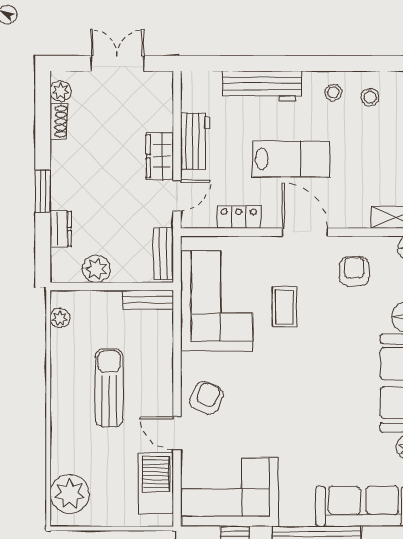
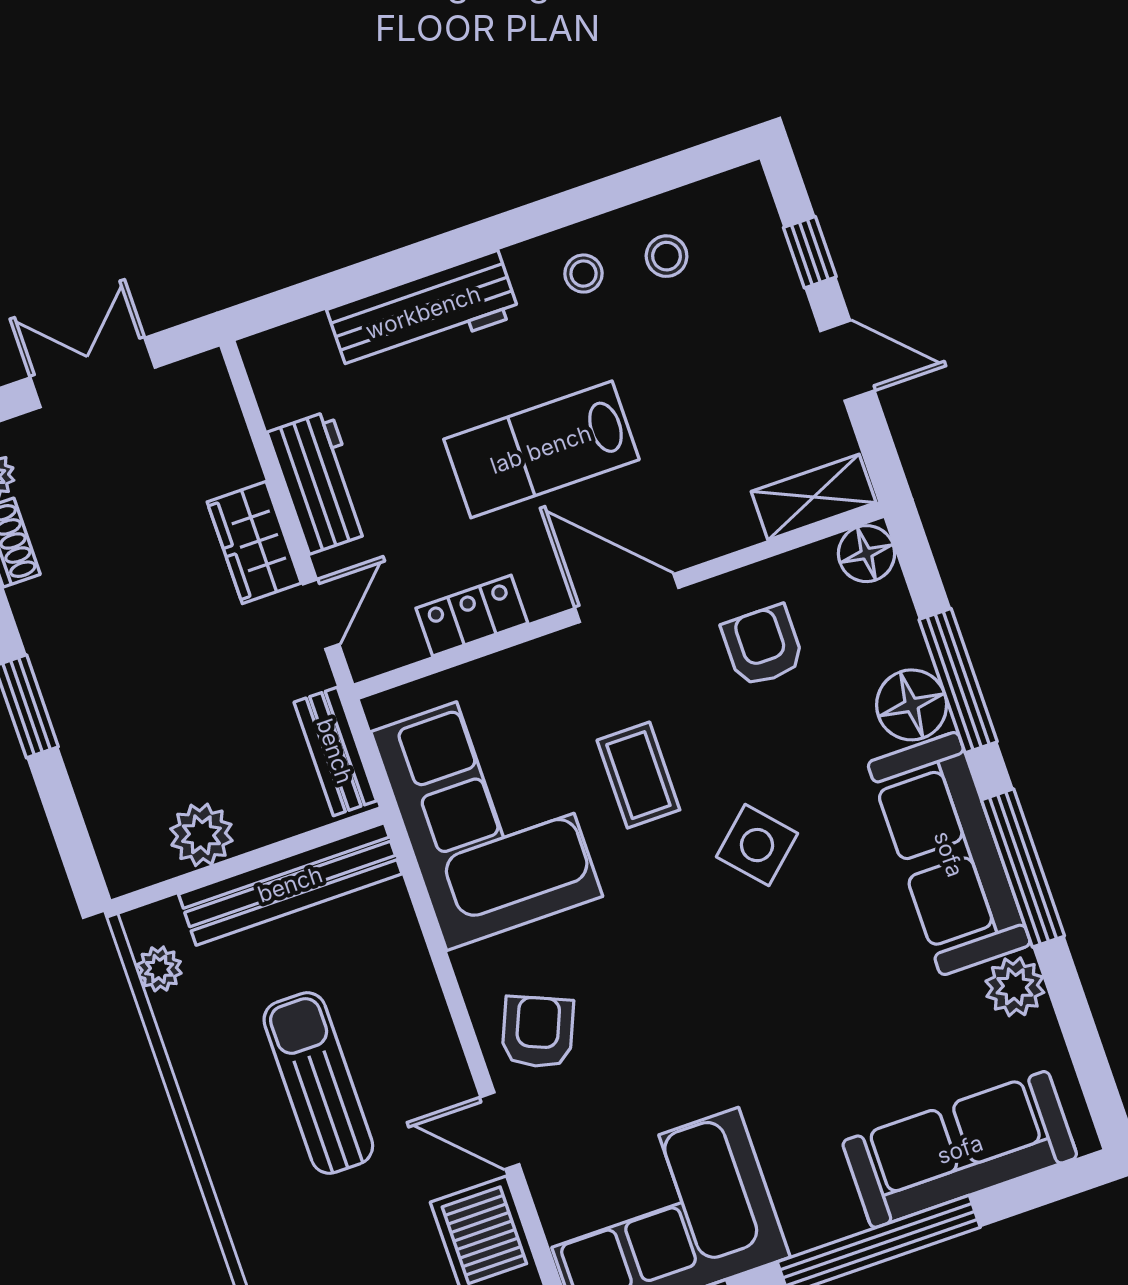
lab bench: (291, 159) -> (541, 449), turned 180
dresser: (61, 229) -> (94, 774), removed
bench: (148, 300) -> (290, 884), width x1.86, depth x1.21
side table: (323, 352) -> (757, 845), added

